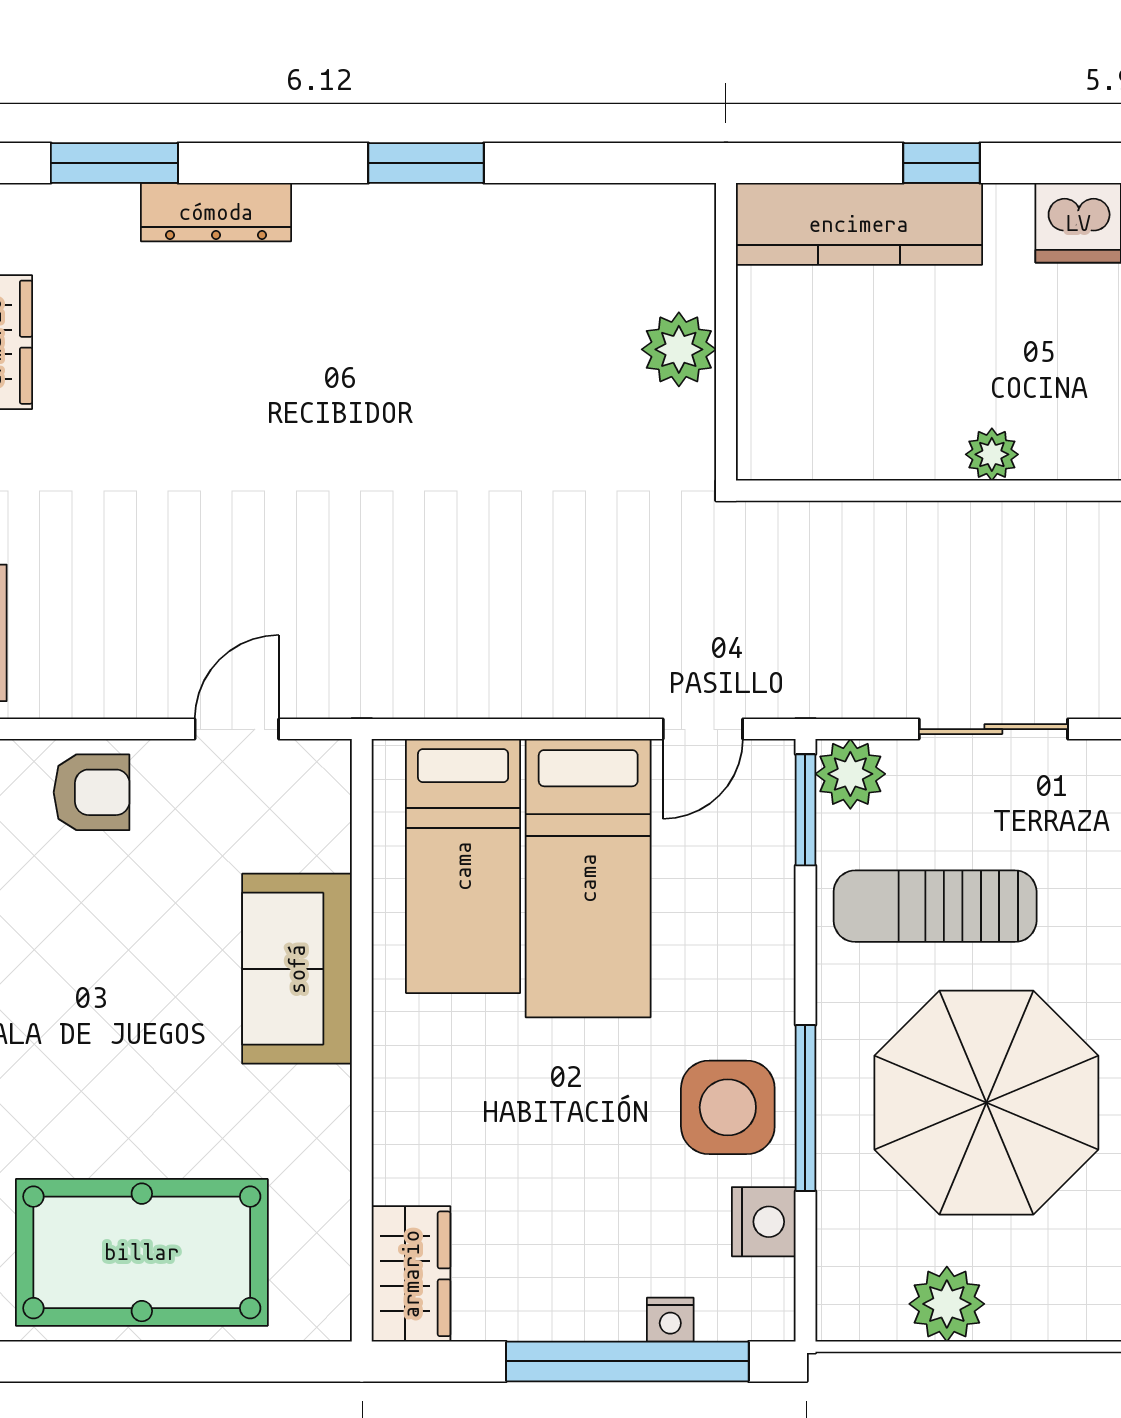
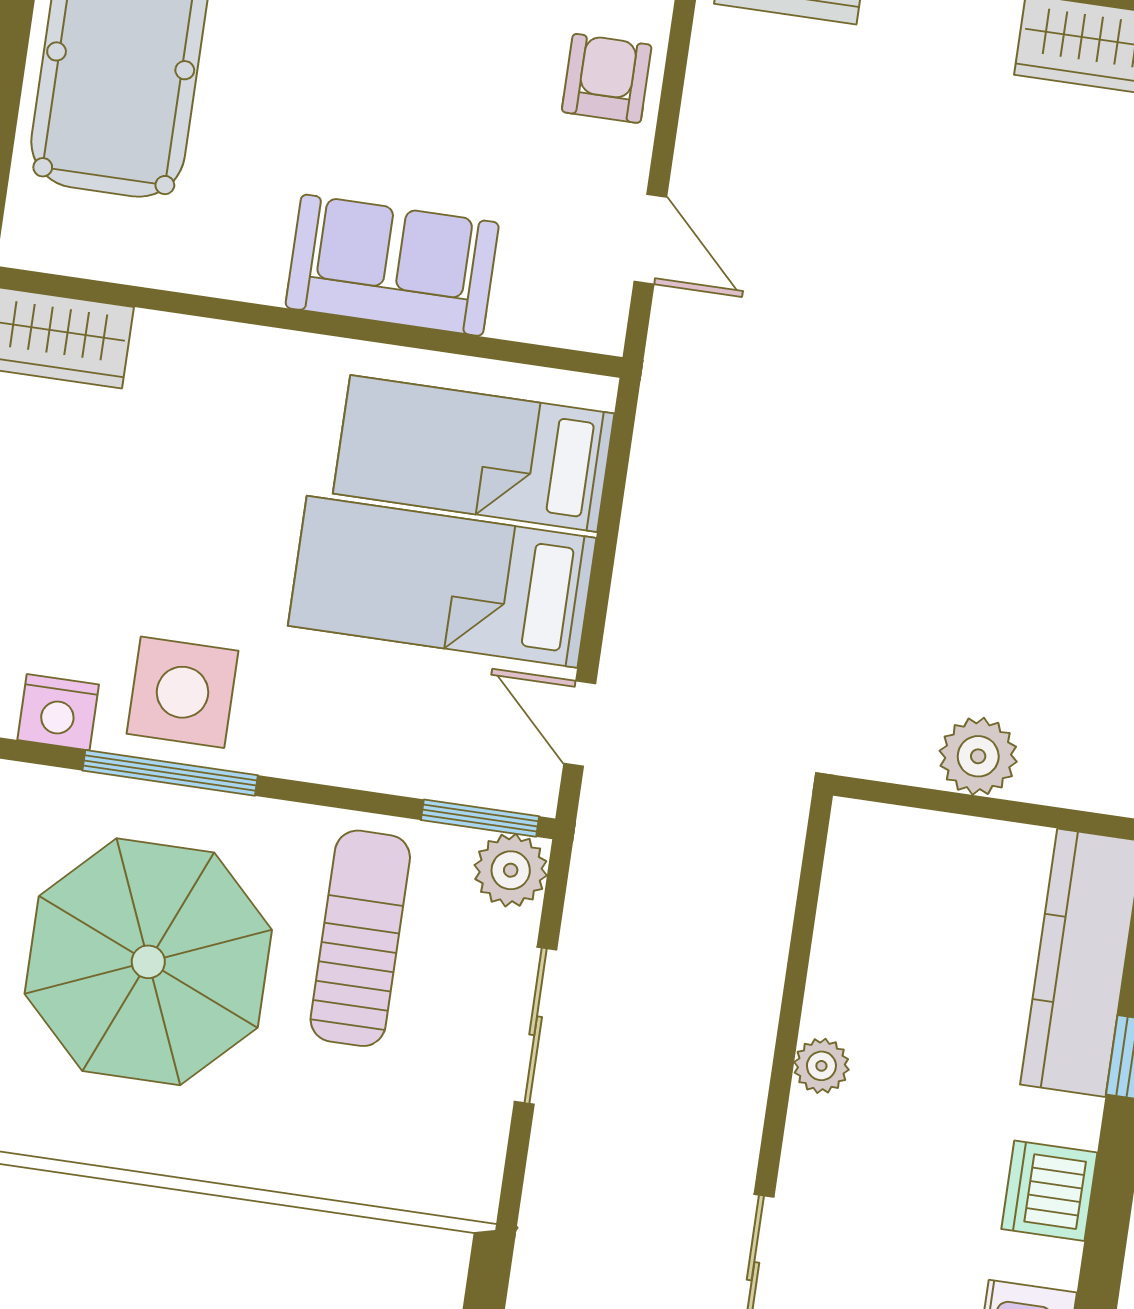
armchair: (92, 792) -> (607, 78), turned 180

